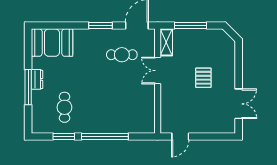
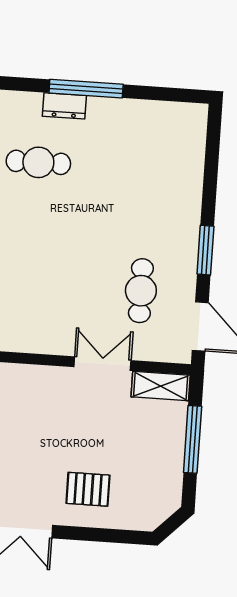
booth: (52, 43) -> (176, 145), removed
pallet: (203, 78) -> (88, 489), moved
dresser: (37, 79) -> (64, 106), moved

